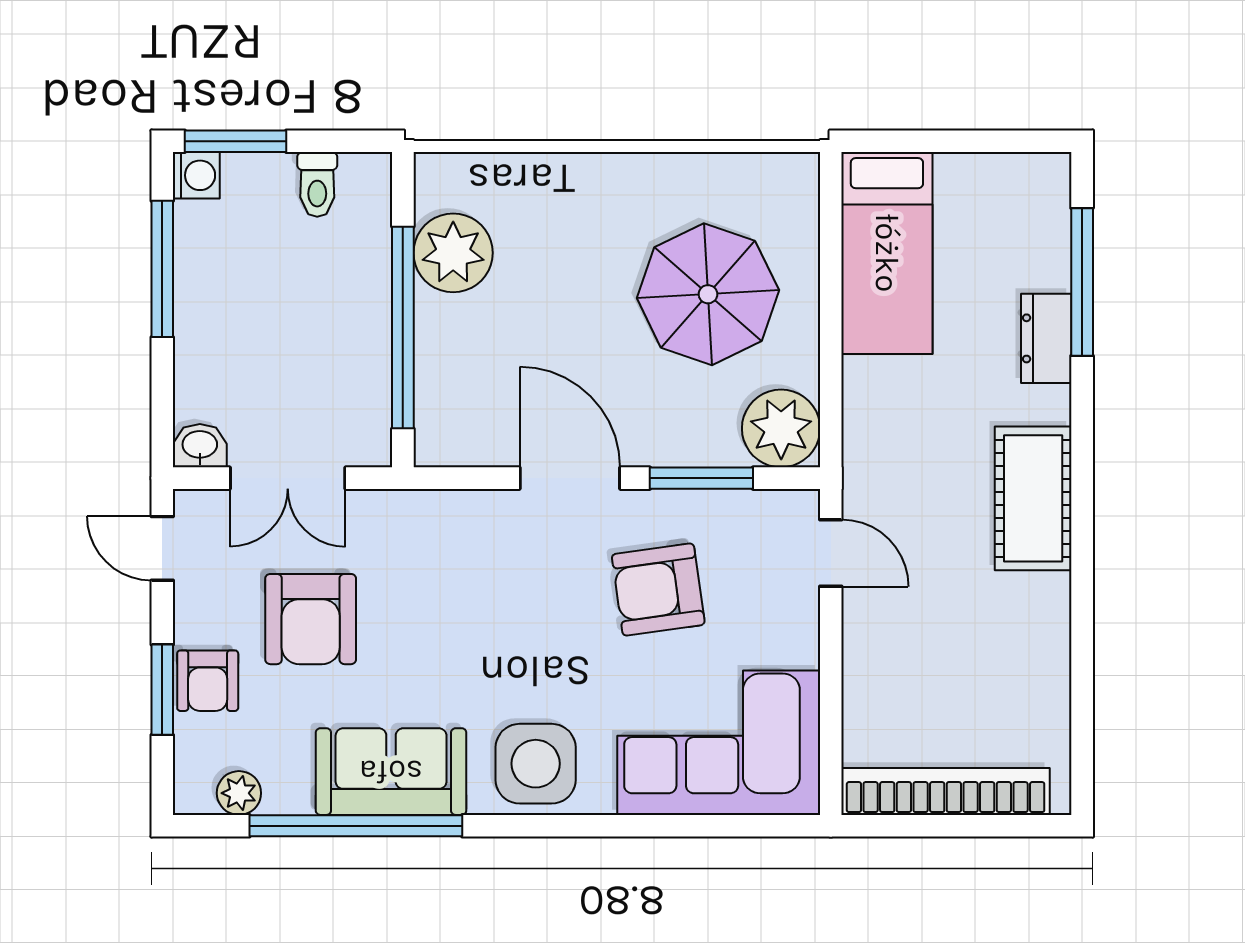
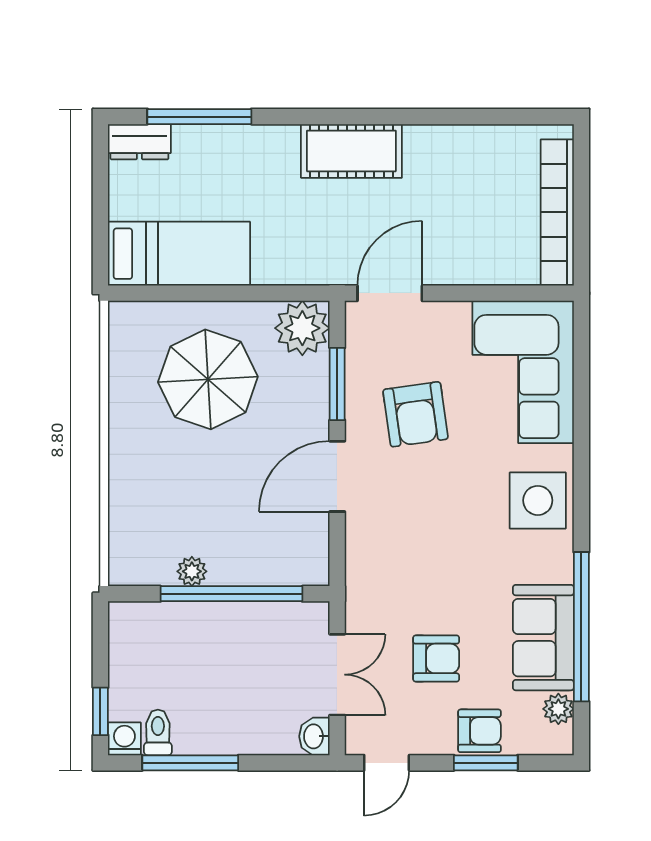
window: (235, 141) -> (100, 711), width x0.67
toilet: (317, 184) -> (158, 732), moved, turned -90
plant: (453, 253) -> (192, 571), width x0.53, depth x0.53
dresser: (1046, 338) -> (139, 142), moved
door: (831, 553) -> (390, 293), width x1.38
armchair: (311, 619) -> (436, 658), width x0.72, depth x0.72
sofa: (391, 772) -> (543, 638), moved

